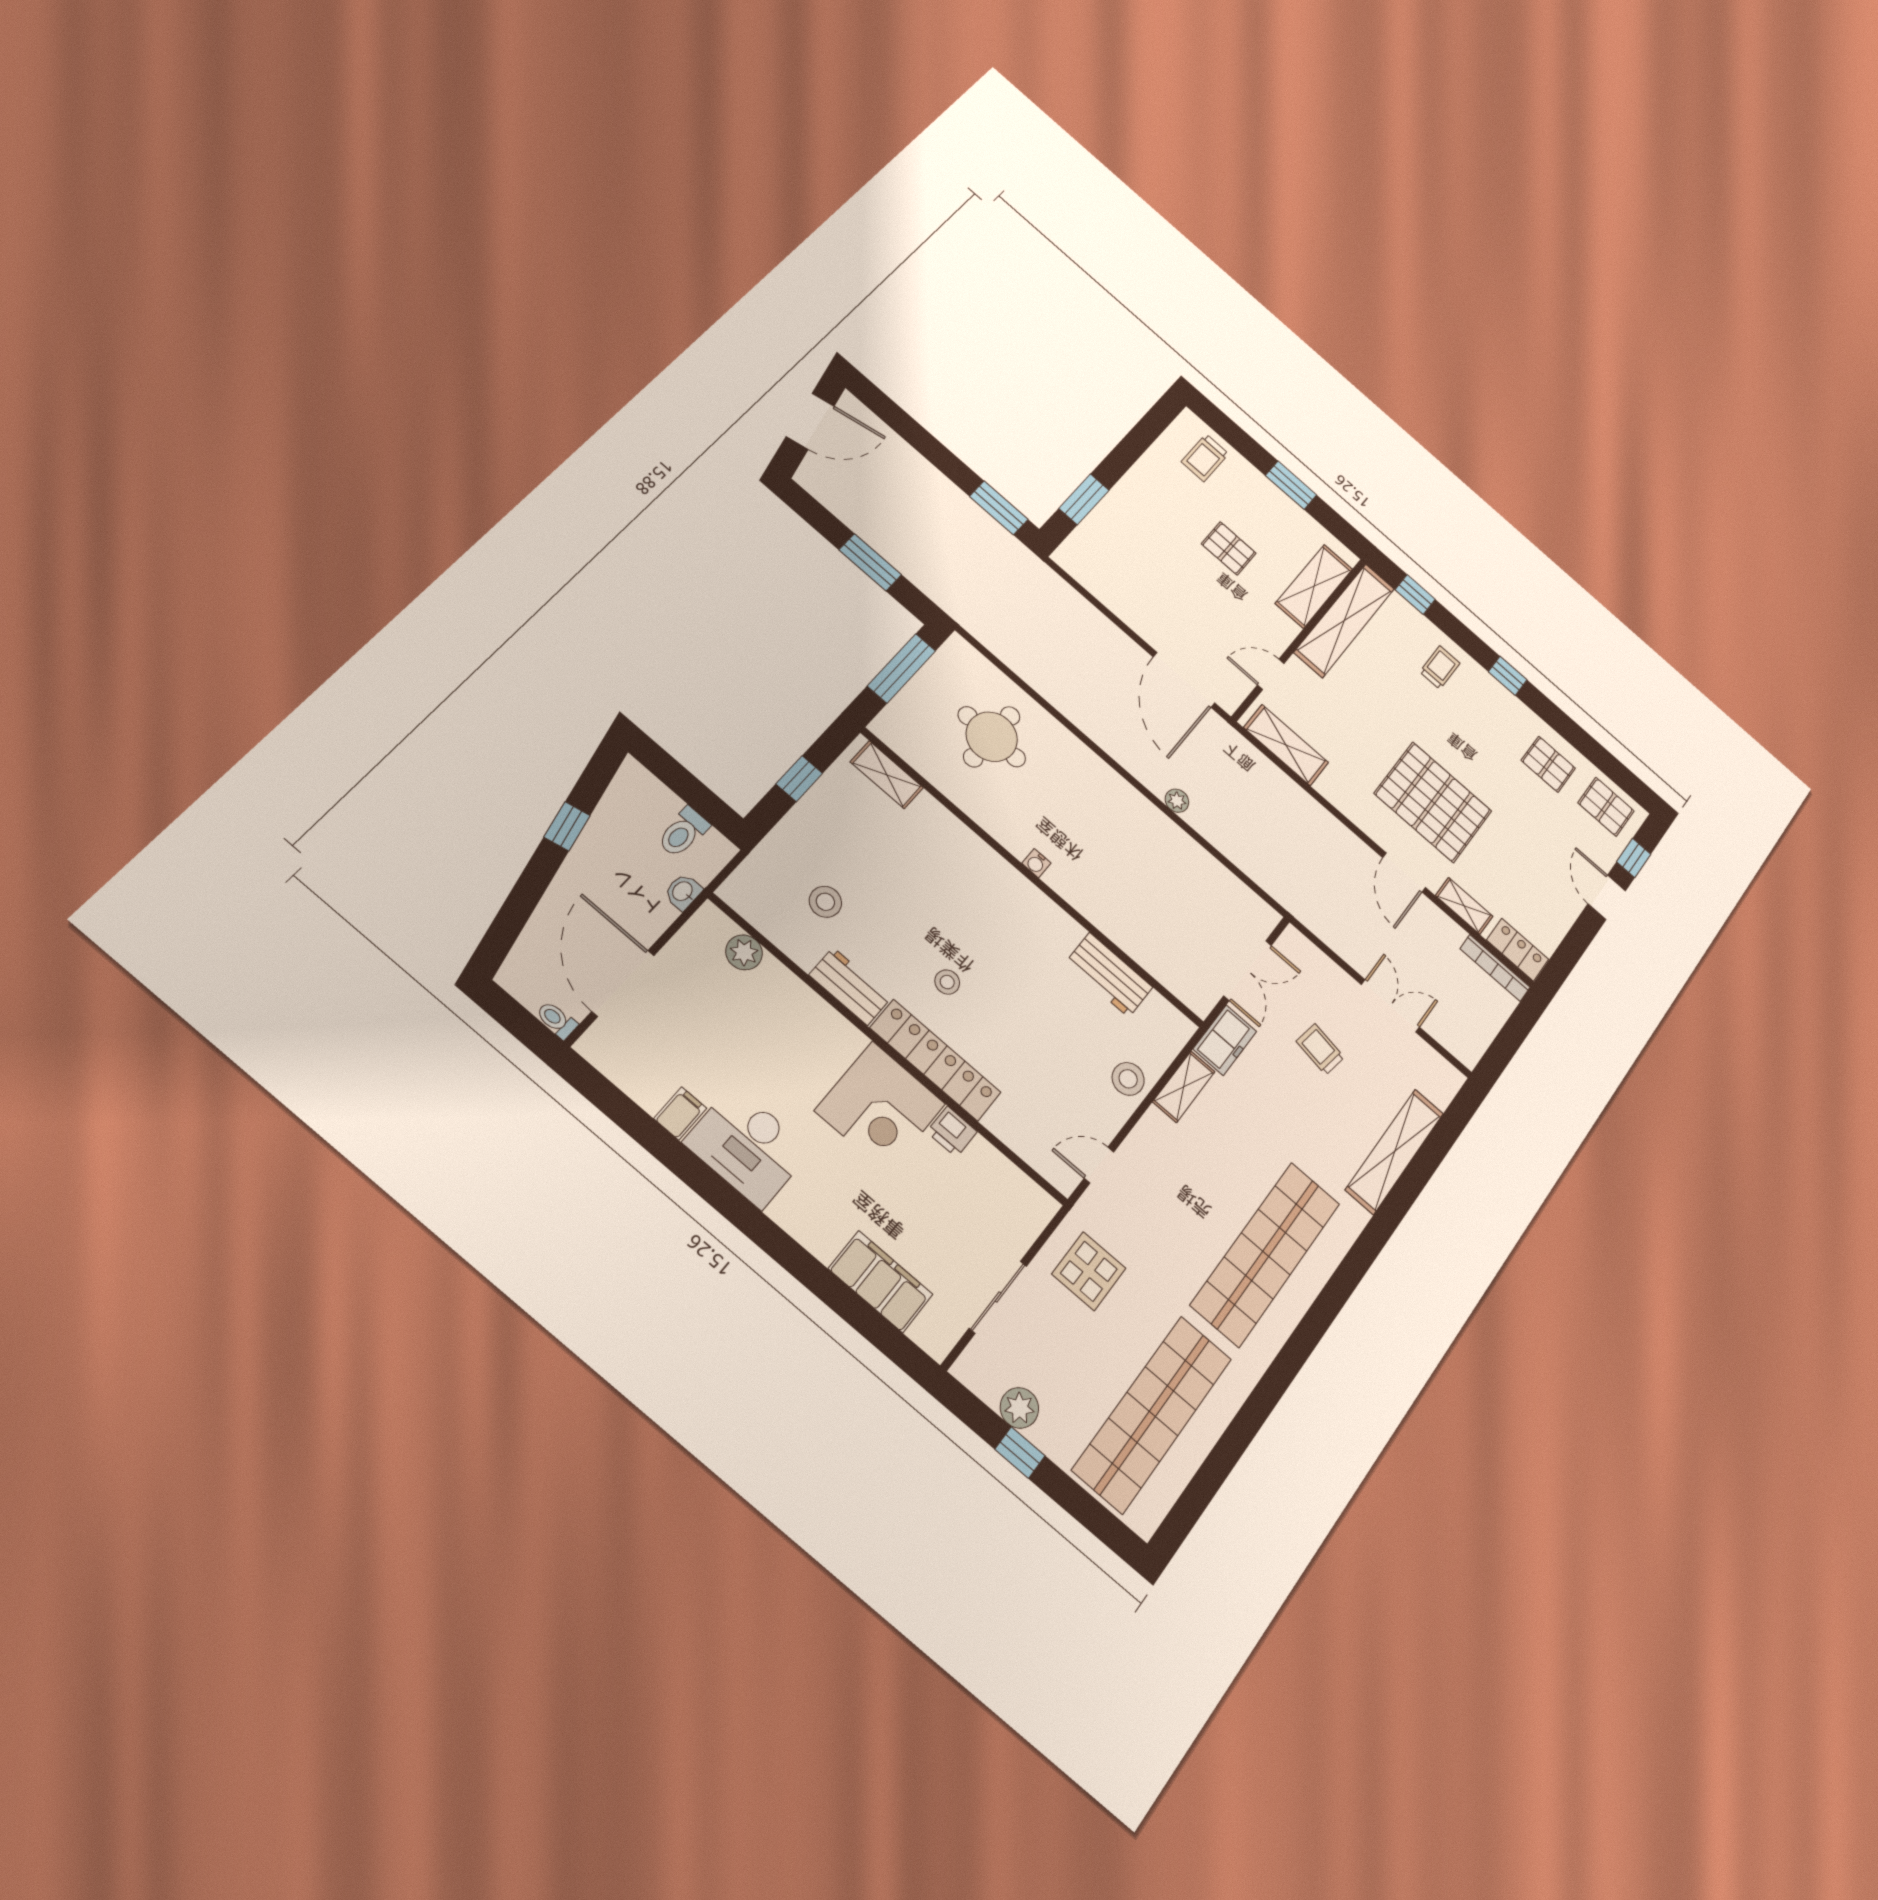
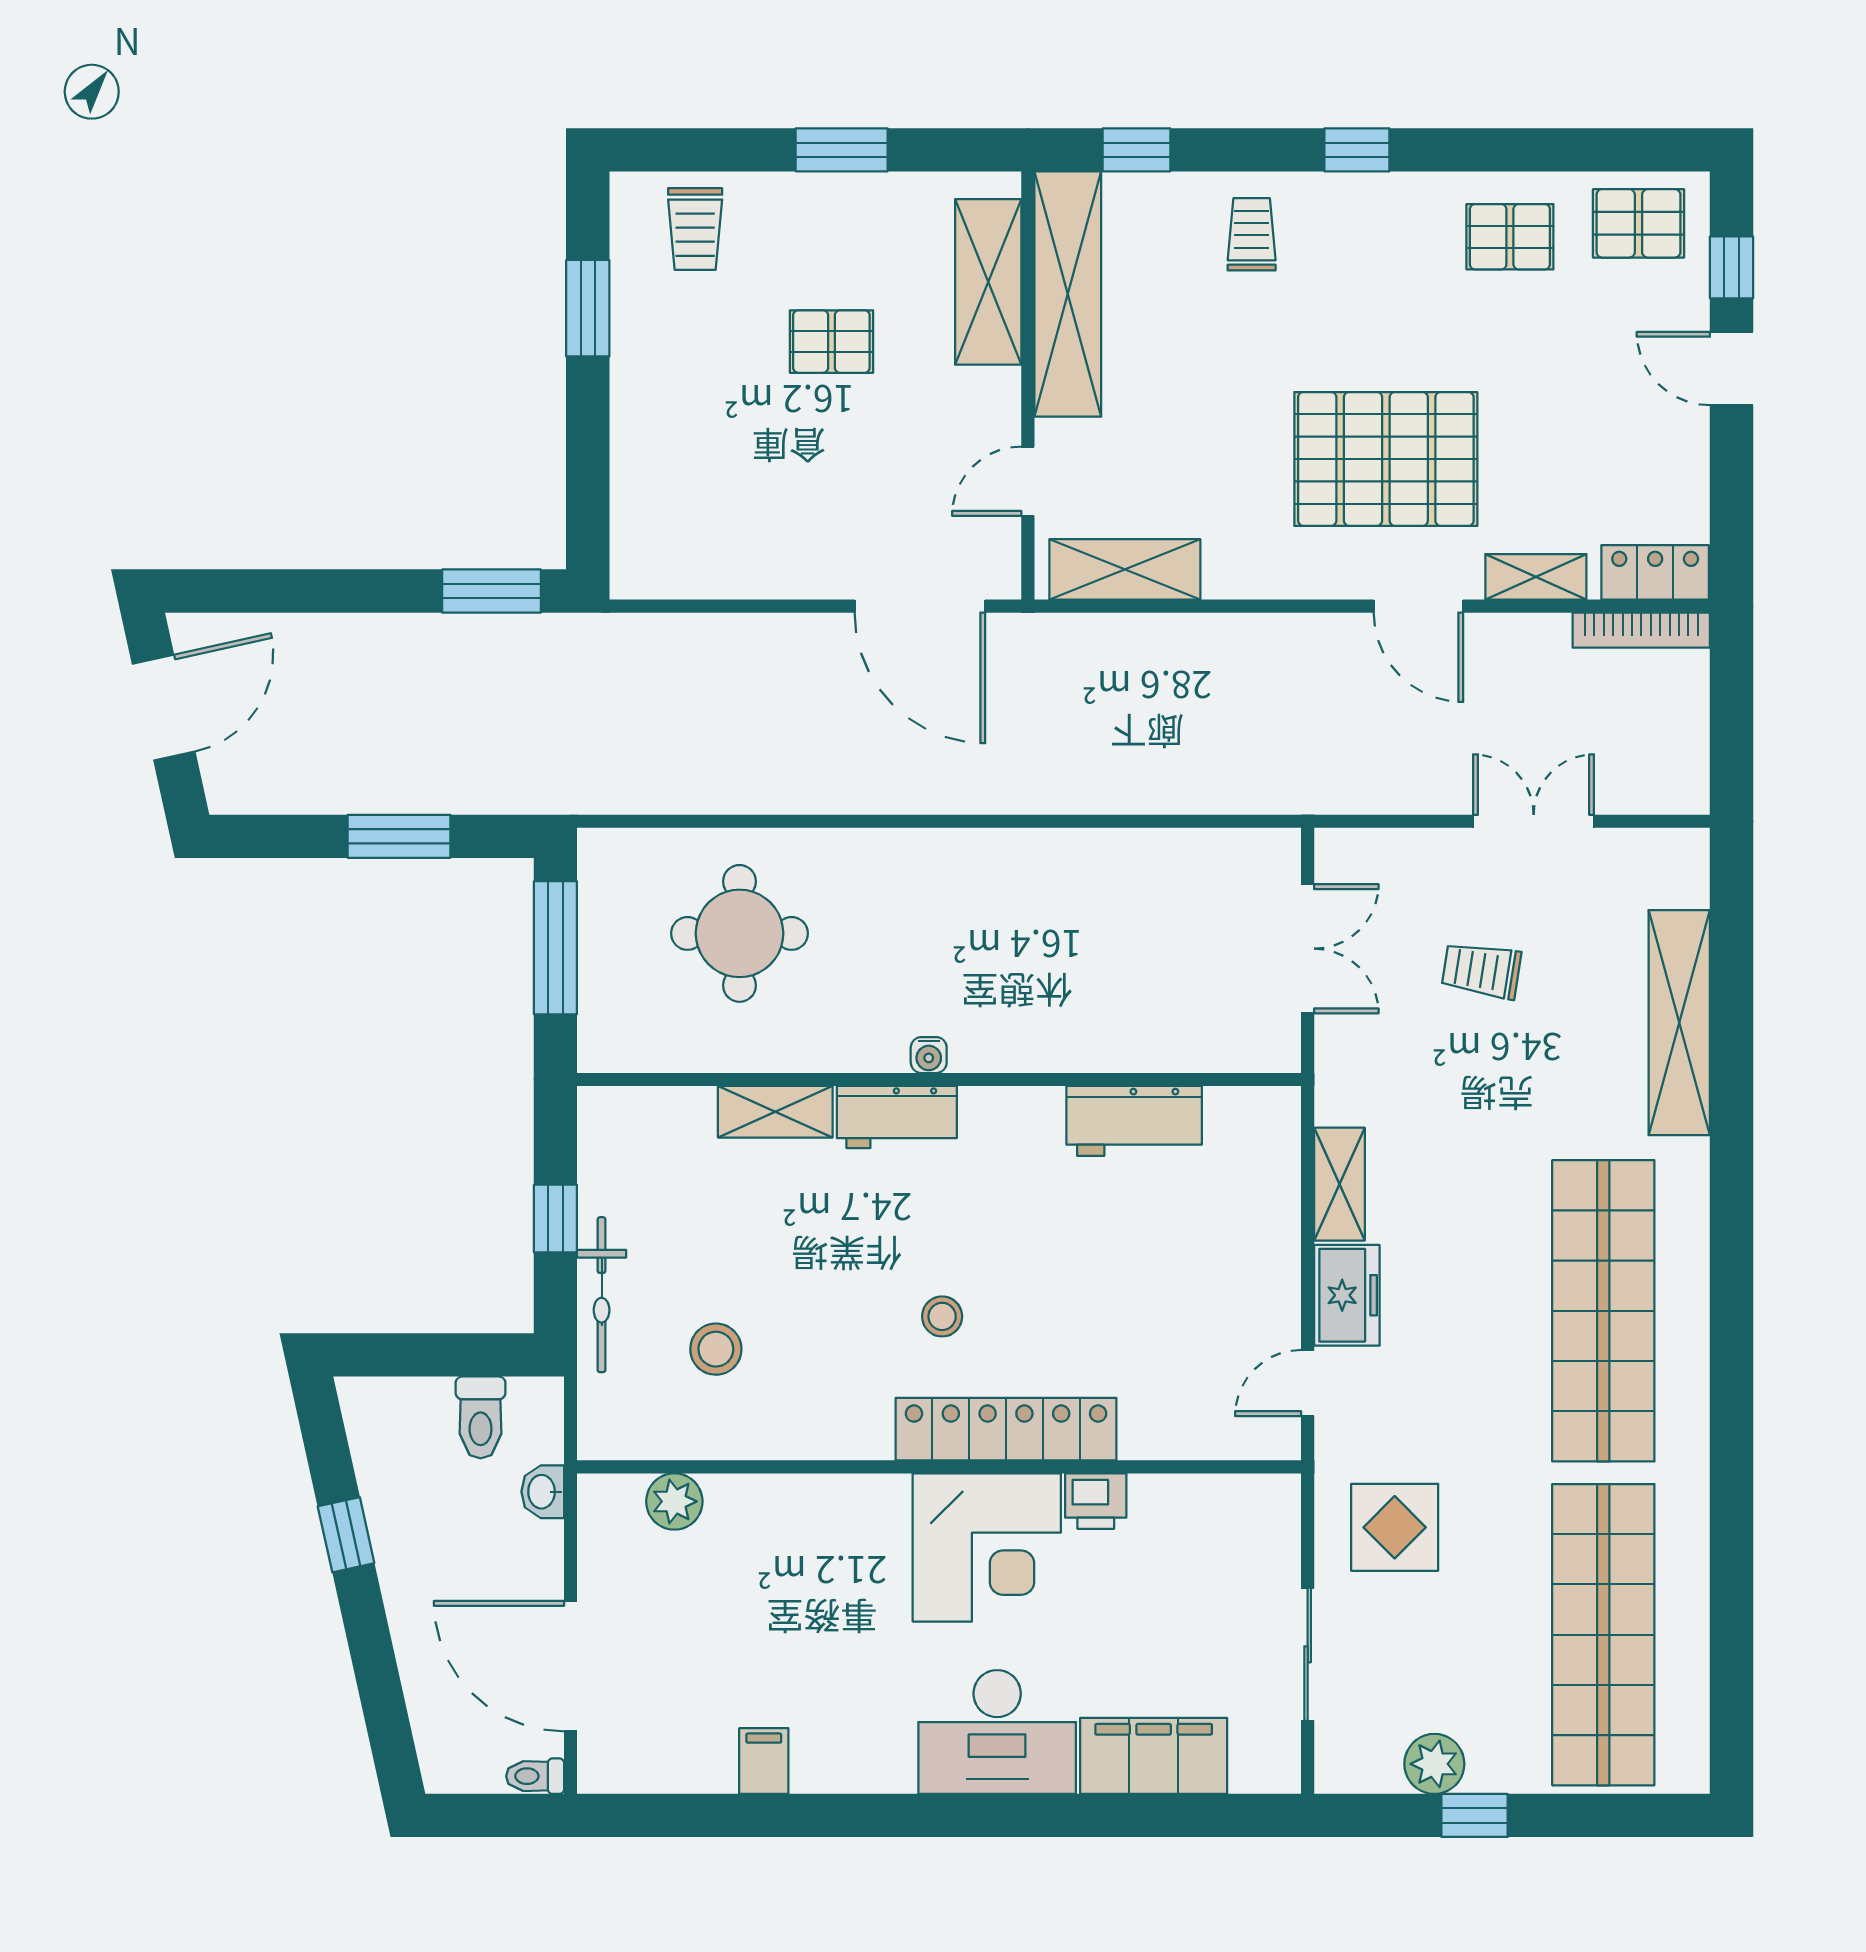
window: (1084, 499) -> (588, 308), moved
shelving: (887, 775) -> (775, 1112), moved
plant: (1177, 801) -> (1041, 794), removed
bicycle: (791, 830) -> (602, 1295), added
workbench: (850, 986) -> (897, 1117), moved, turned 180
freezer: (1225, 1040) -> (1347, 1295), moved
stool: (1128, 1079) -> (1261, 1238), removed
desk: (747, 1146) -> (997, 1732), moved

